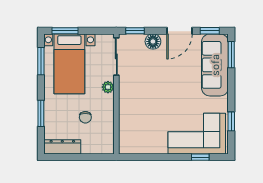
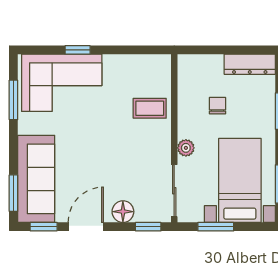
window: (65, 31) -> (216, 227), moved
coffee table: (134, 115) -> (150, 108), added
window: (231, 121) -> (13, 100), width x1.50
window: (200, 157) -> (78, 50), moved

